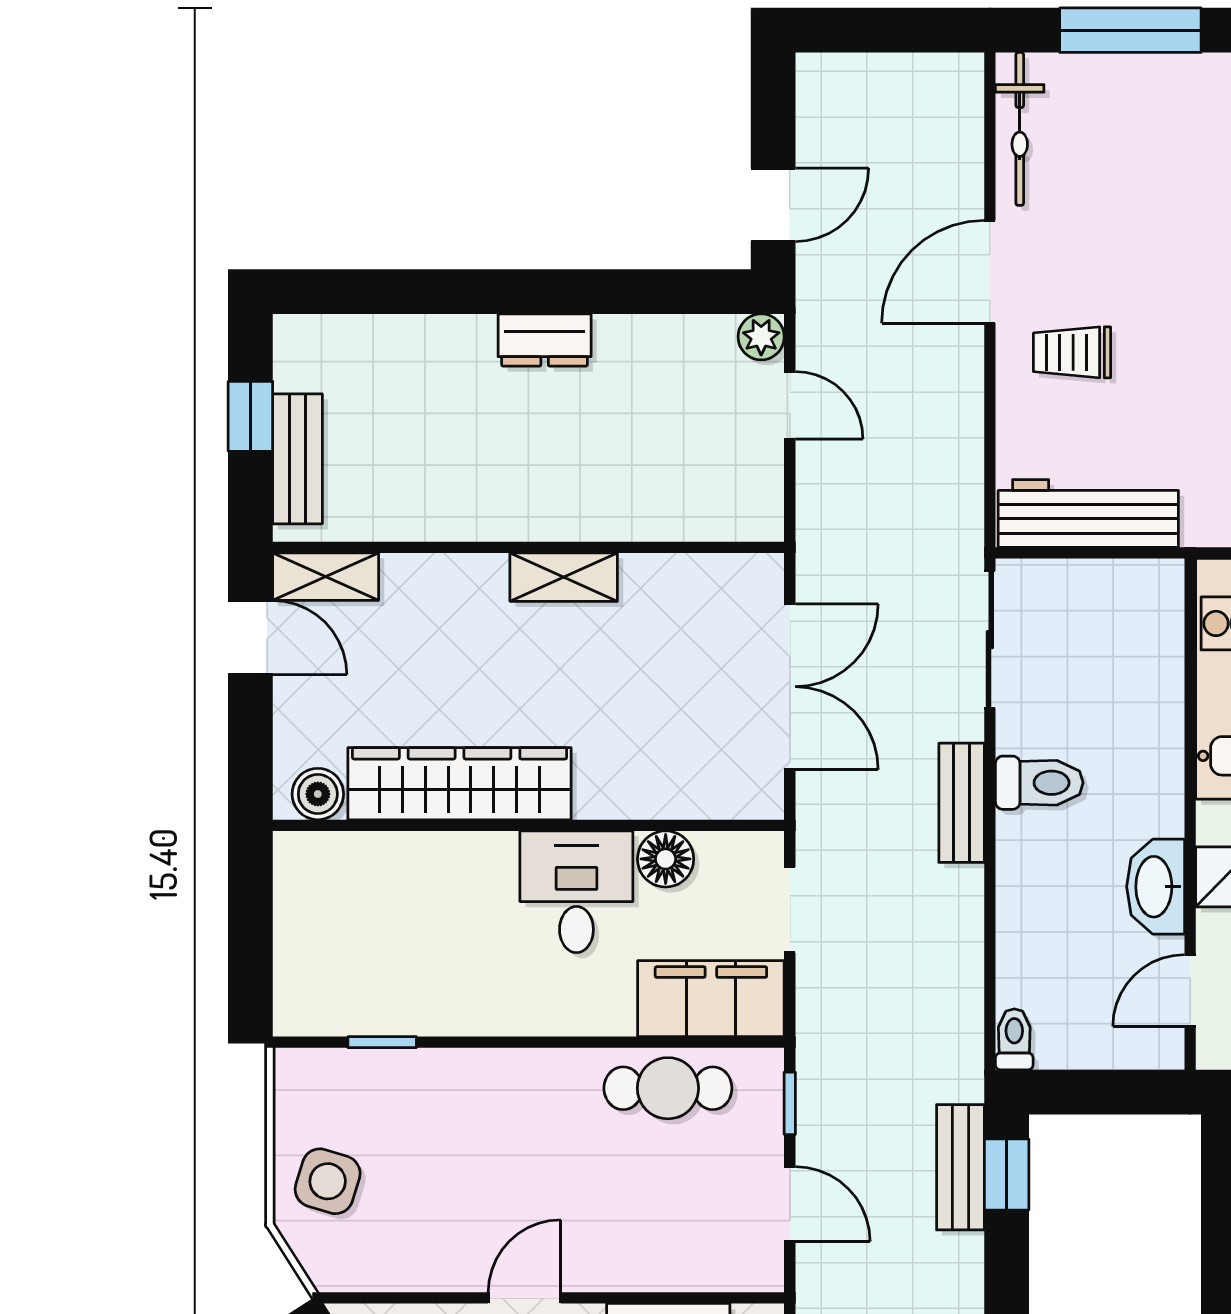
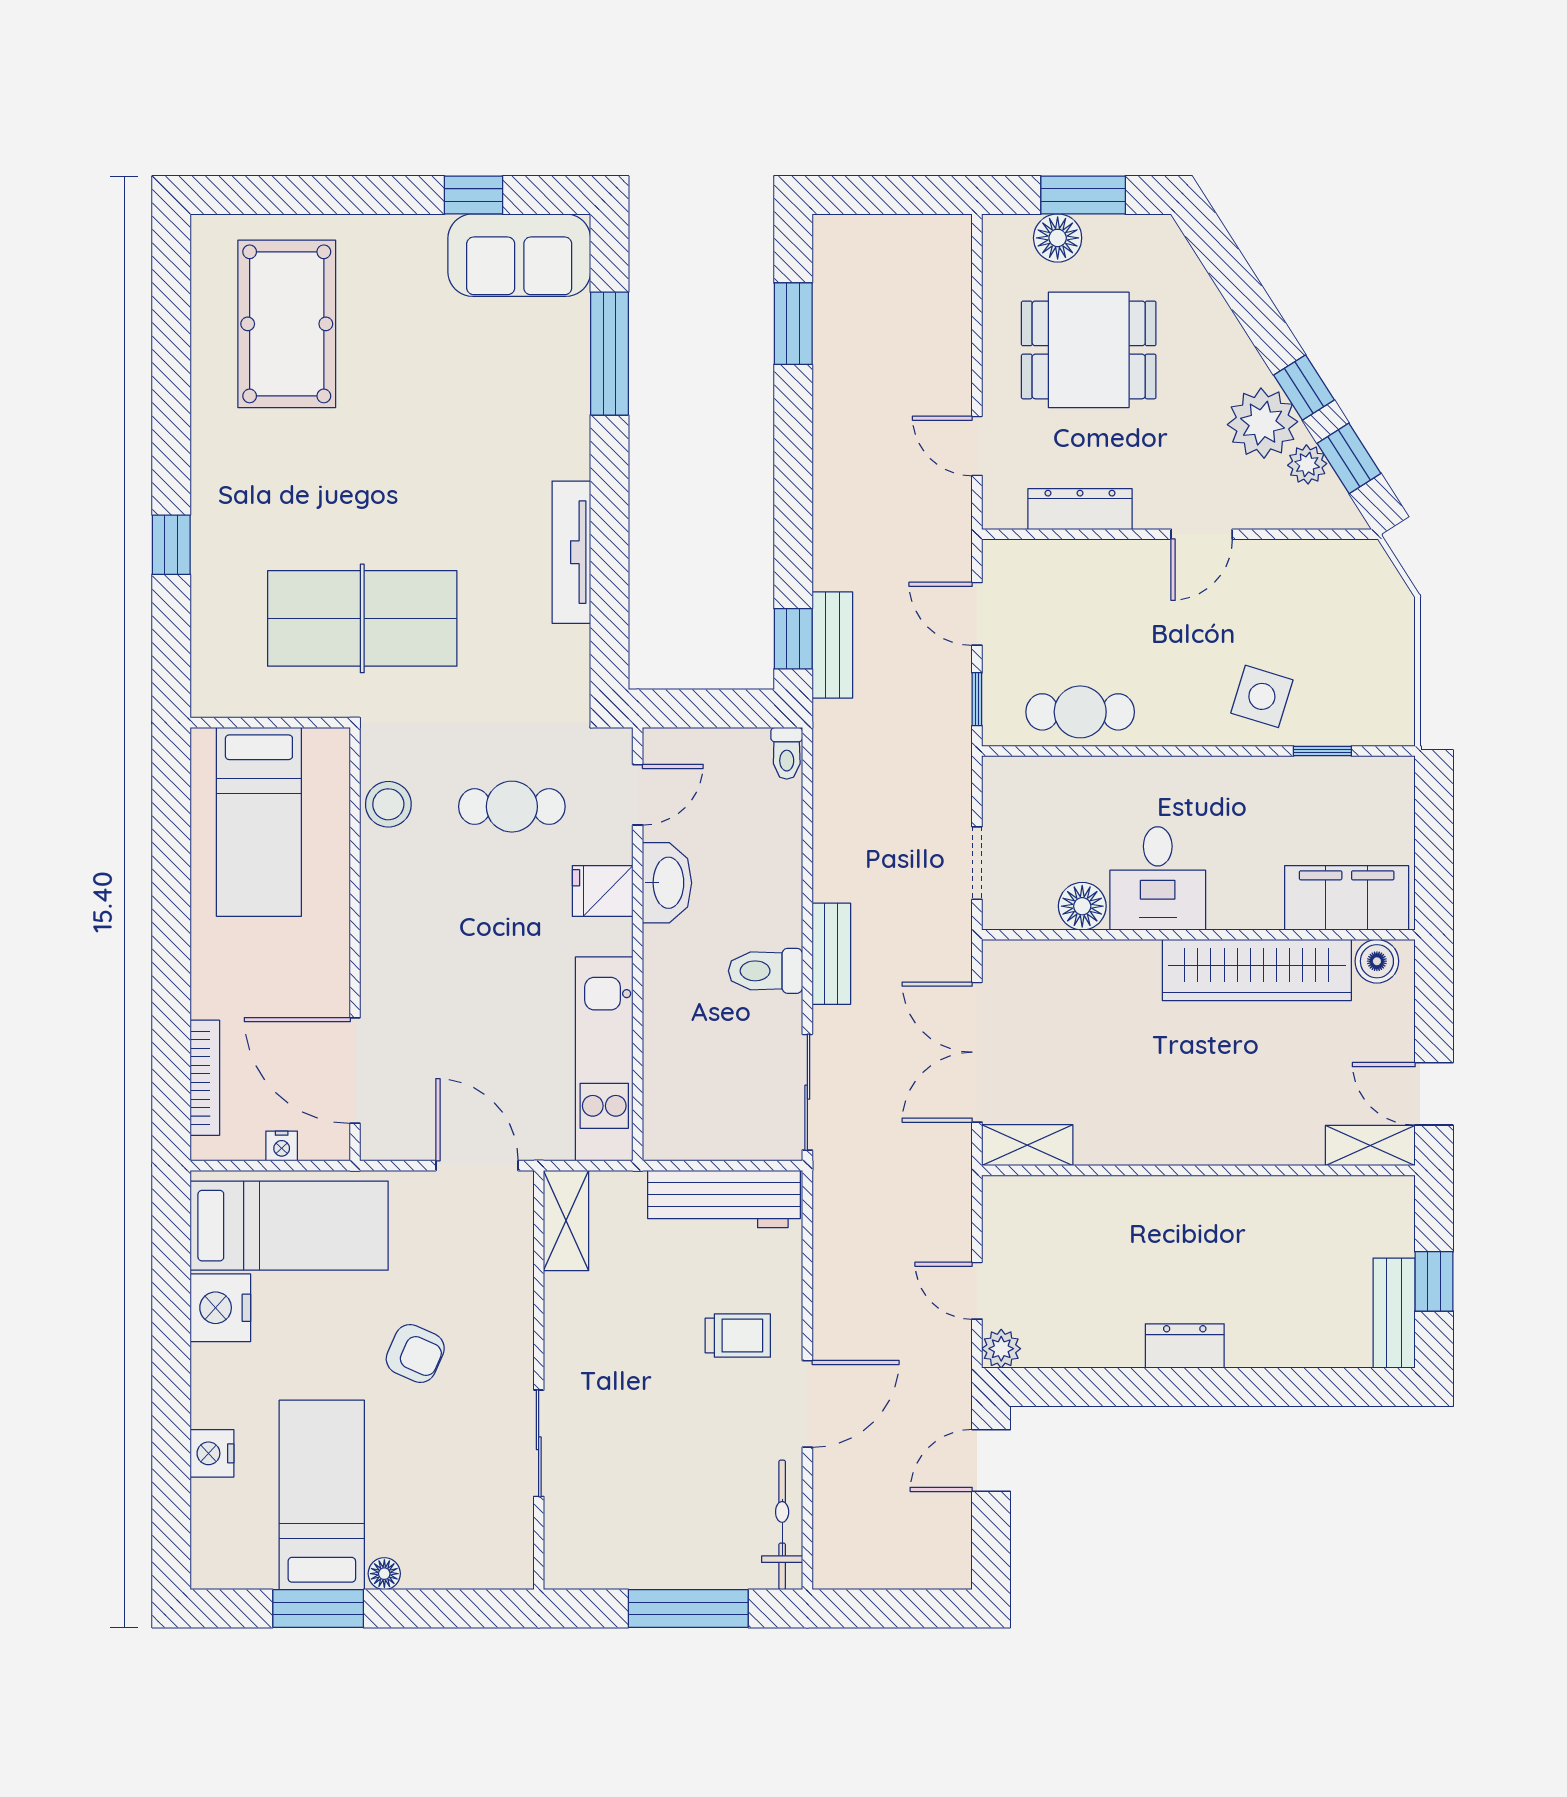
bench: (297, 459) -> (1394, 1313), moved
shelving: (564, 577) -> (1027, 1145), moved
filing cabinet: (711, 999) -> (1347, 898), moved, turned 180
side table: (328, 1181) -> (1262, 696), moved

